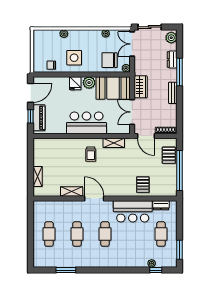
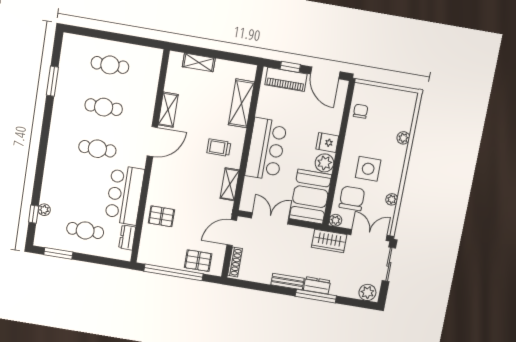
side table: (74, 58) -> (368, 169), moved
dresser: (172, 60) -> (317, 285), moved
wardrobe: (141, 87) -> (329, 241), moved
shelving: (59, 144) -> (241, 103), added

